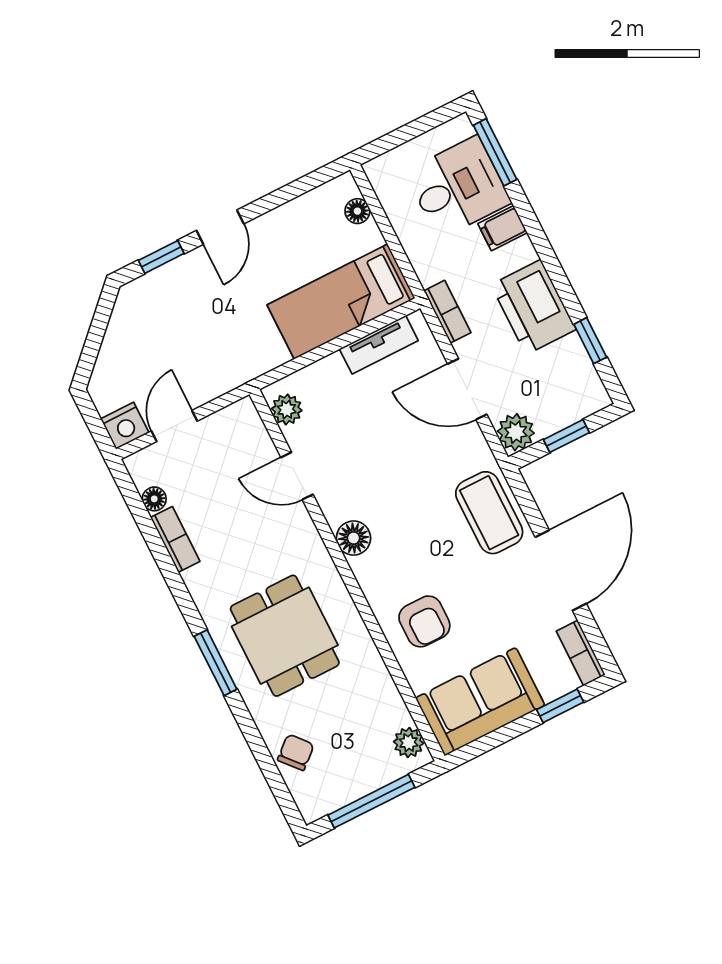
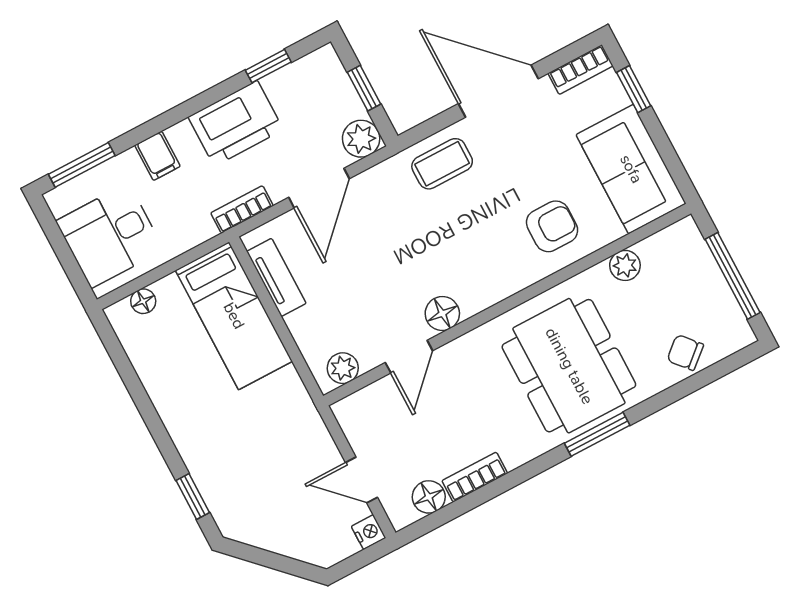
desk: (458, 187) -> (110, 236), moved, turned -90
door: (220, 227) -> (162, 438), removed
nightstand: (125, 426) -> (369, 532), width x0.72, depth x0.74
floor lamp: (154, 499) -> (429, 497), width x1.37, depth x1.37
coffee table: (489, 513) -> (442, 164), width x0.73, depth x0.77
floor lamp: (353, 538) -> (442, 314), moved
dining table: (285, 636) -> (569, 366), width x1.38
plant: (409, 742) -> (625, 265), moved

